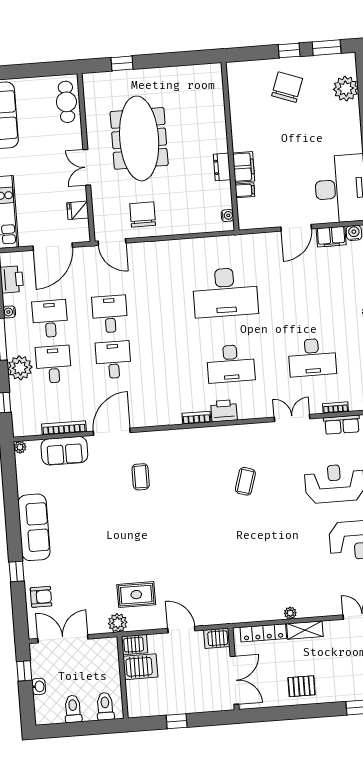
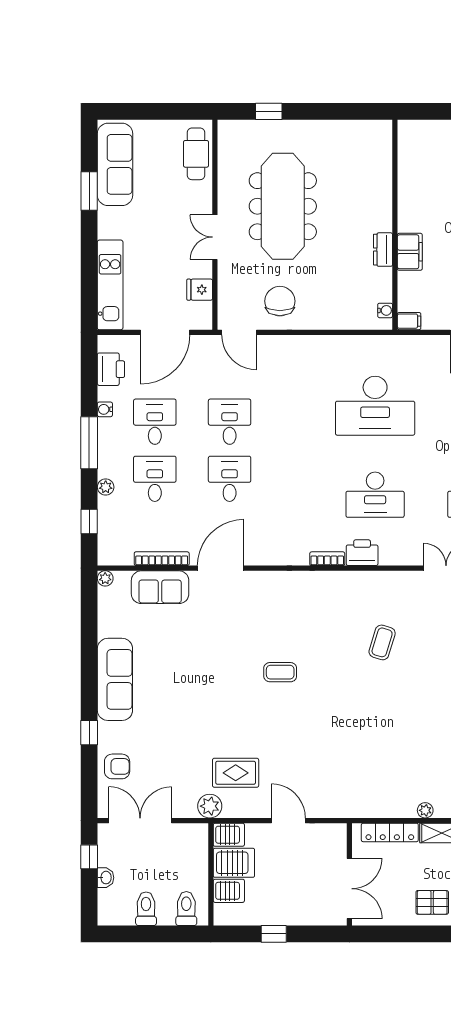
filing cabinet: (245, 190) -> (409, 321), moved
plant: (20, 368) -> (106, 487), width x0.53, depth x0.53
coffee table: (141, 477) -> (280, 672), moved, turned 90
server rack: (217, 638) -> (229, 891), moved, turned 180

